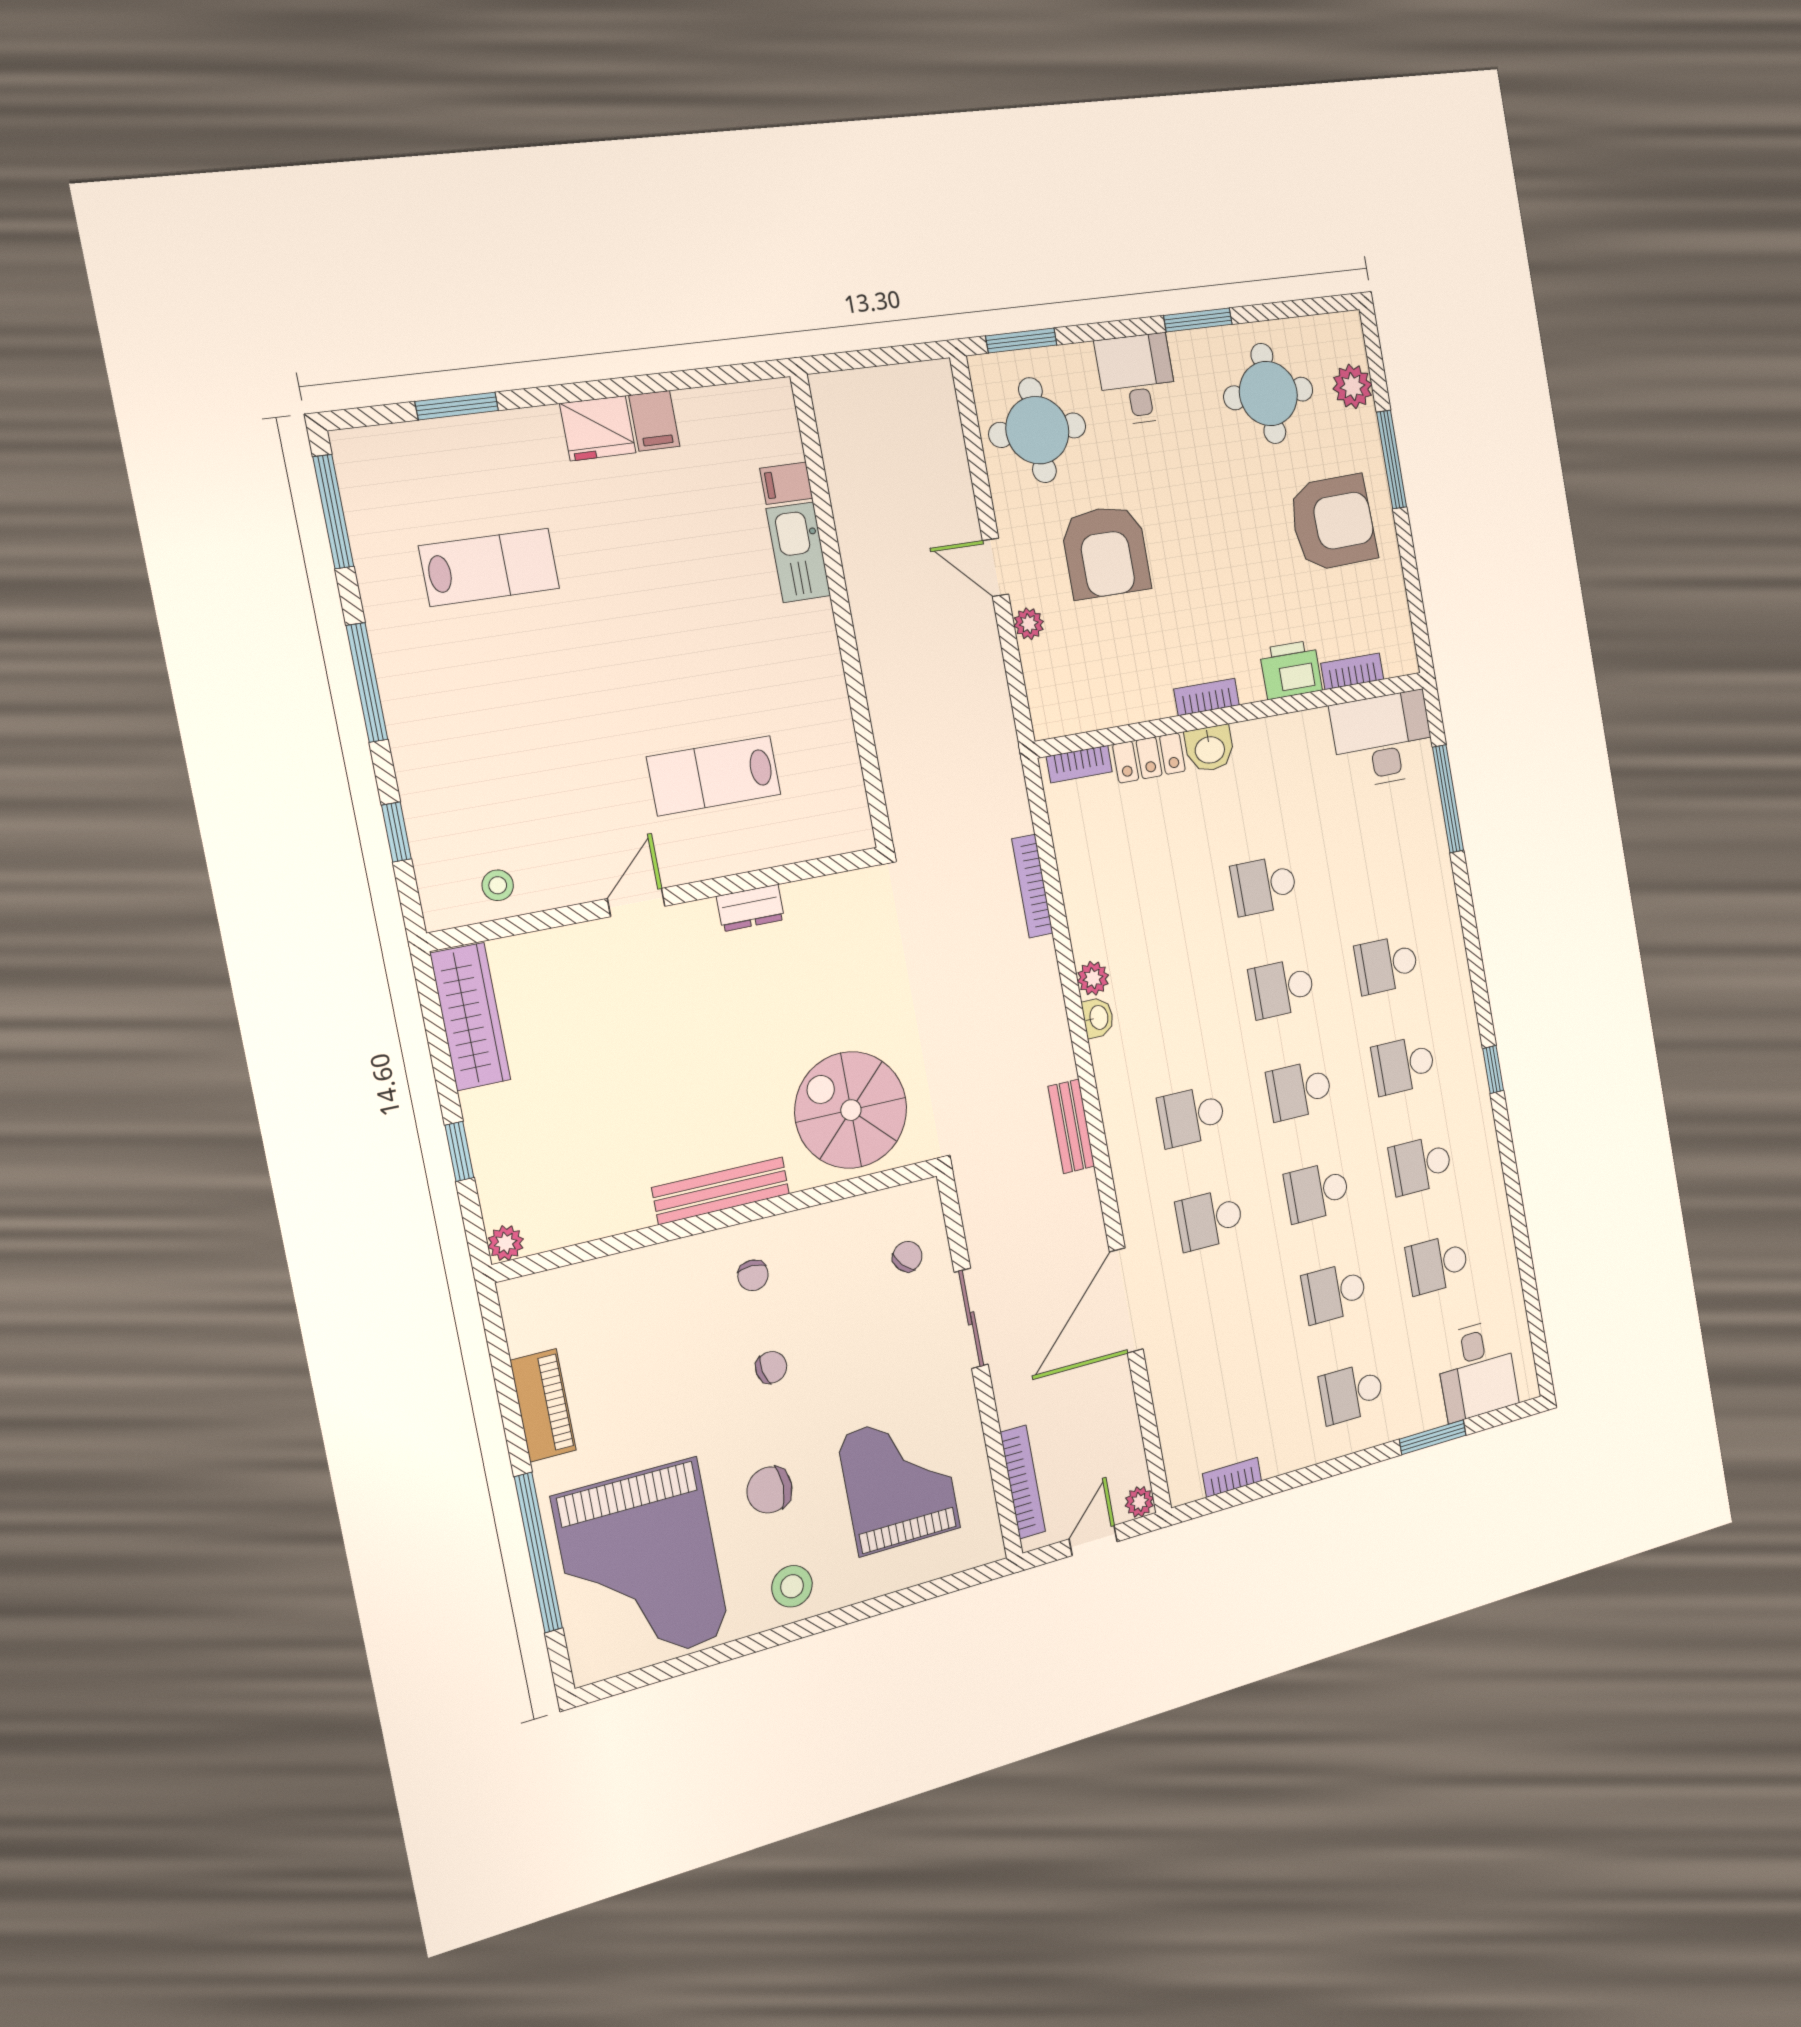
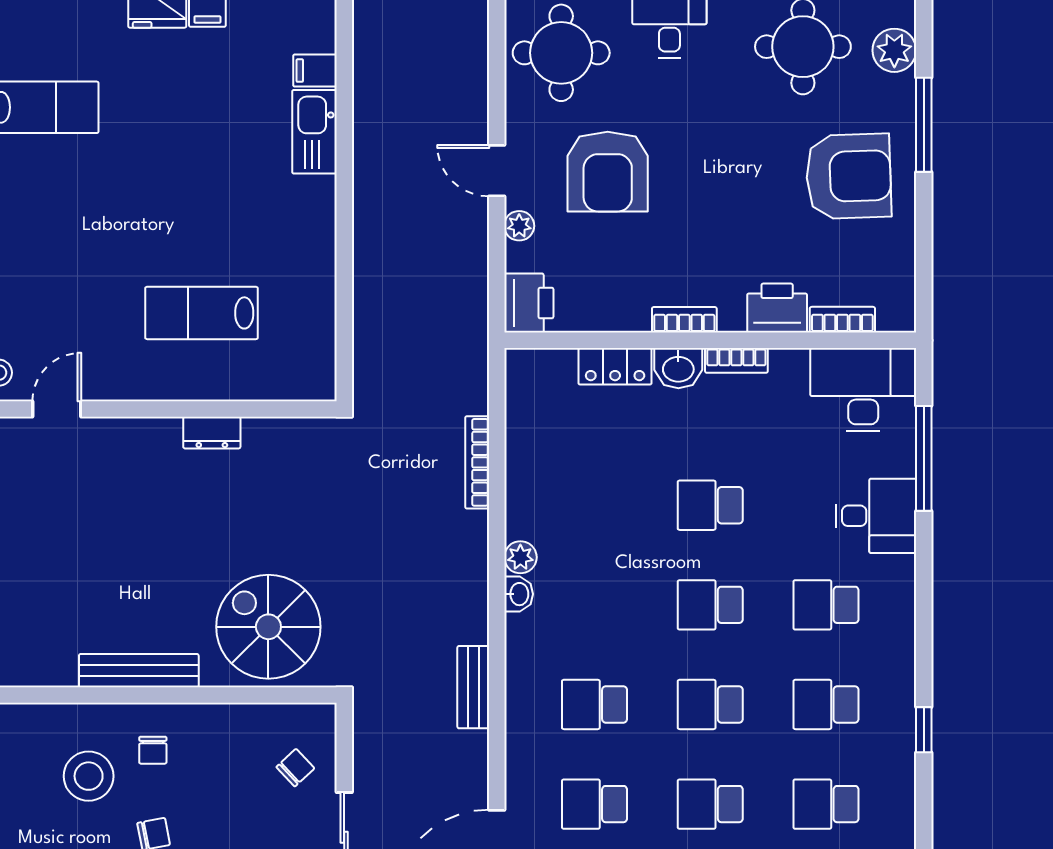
printer: (1053, 705) -> (529, 303), added
bookcase: (1079, 764) -> (736, 360), moved
desk: (1416, 865) -> (876, 516), added
door: (636, 902) -> (57, 409), moved
stool: (688, 1322) -> (89, 776), added

